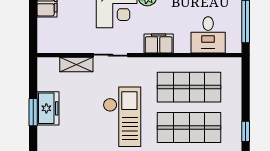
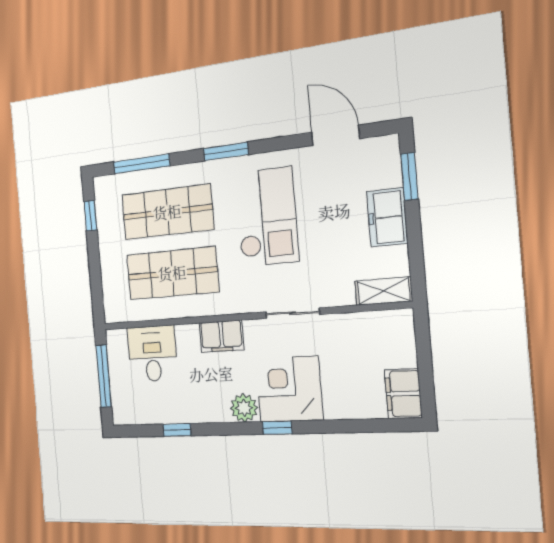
shelving: (76, 64) -> (384, 291), moved
window: (33, 112) -> (409, 176), moved
checkout: (122, 117) -> (267, 217), turned 180

